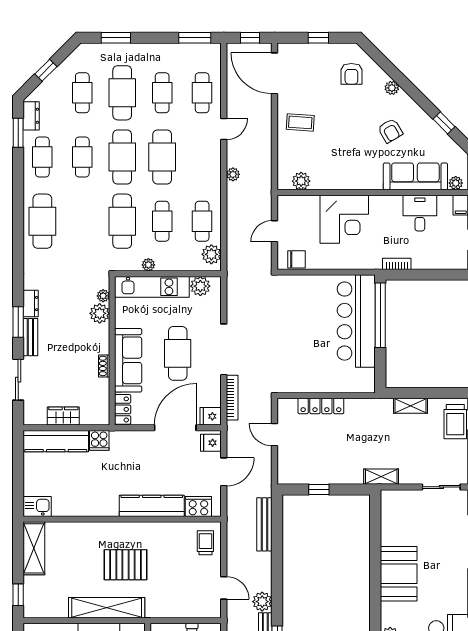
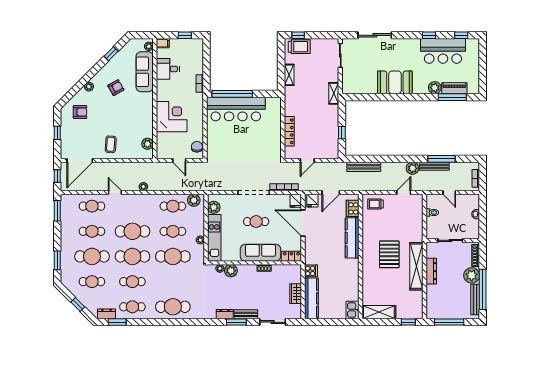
cafe table: (178, 353) -> (256, 222), width x0.73, depth x0.74
door: (224, 472) -> (331, 192), swing flipped

